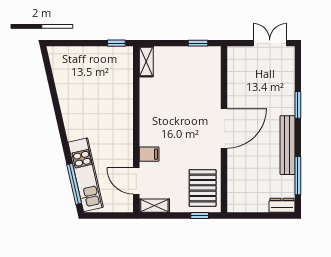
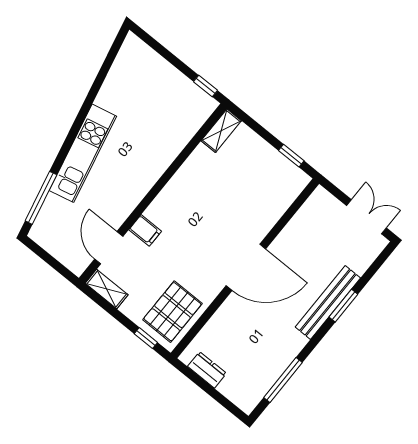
bench: (287, 145) -> (328, 302), moved
kitchen unit: (86, 175) -> (83, 153), moved
dresser: (282, 205) -> (207, 370), moved

